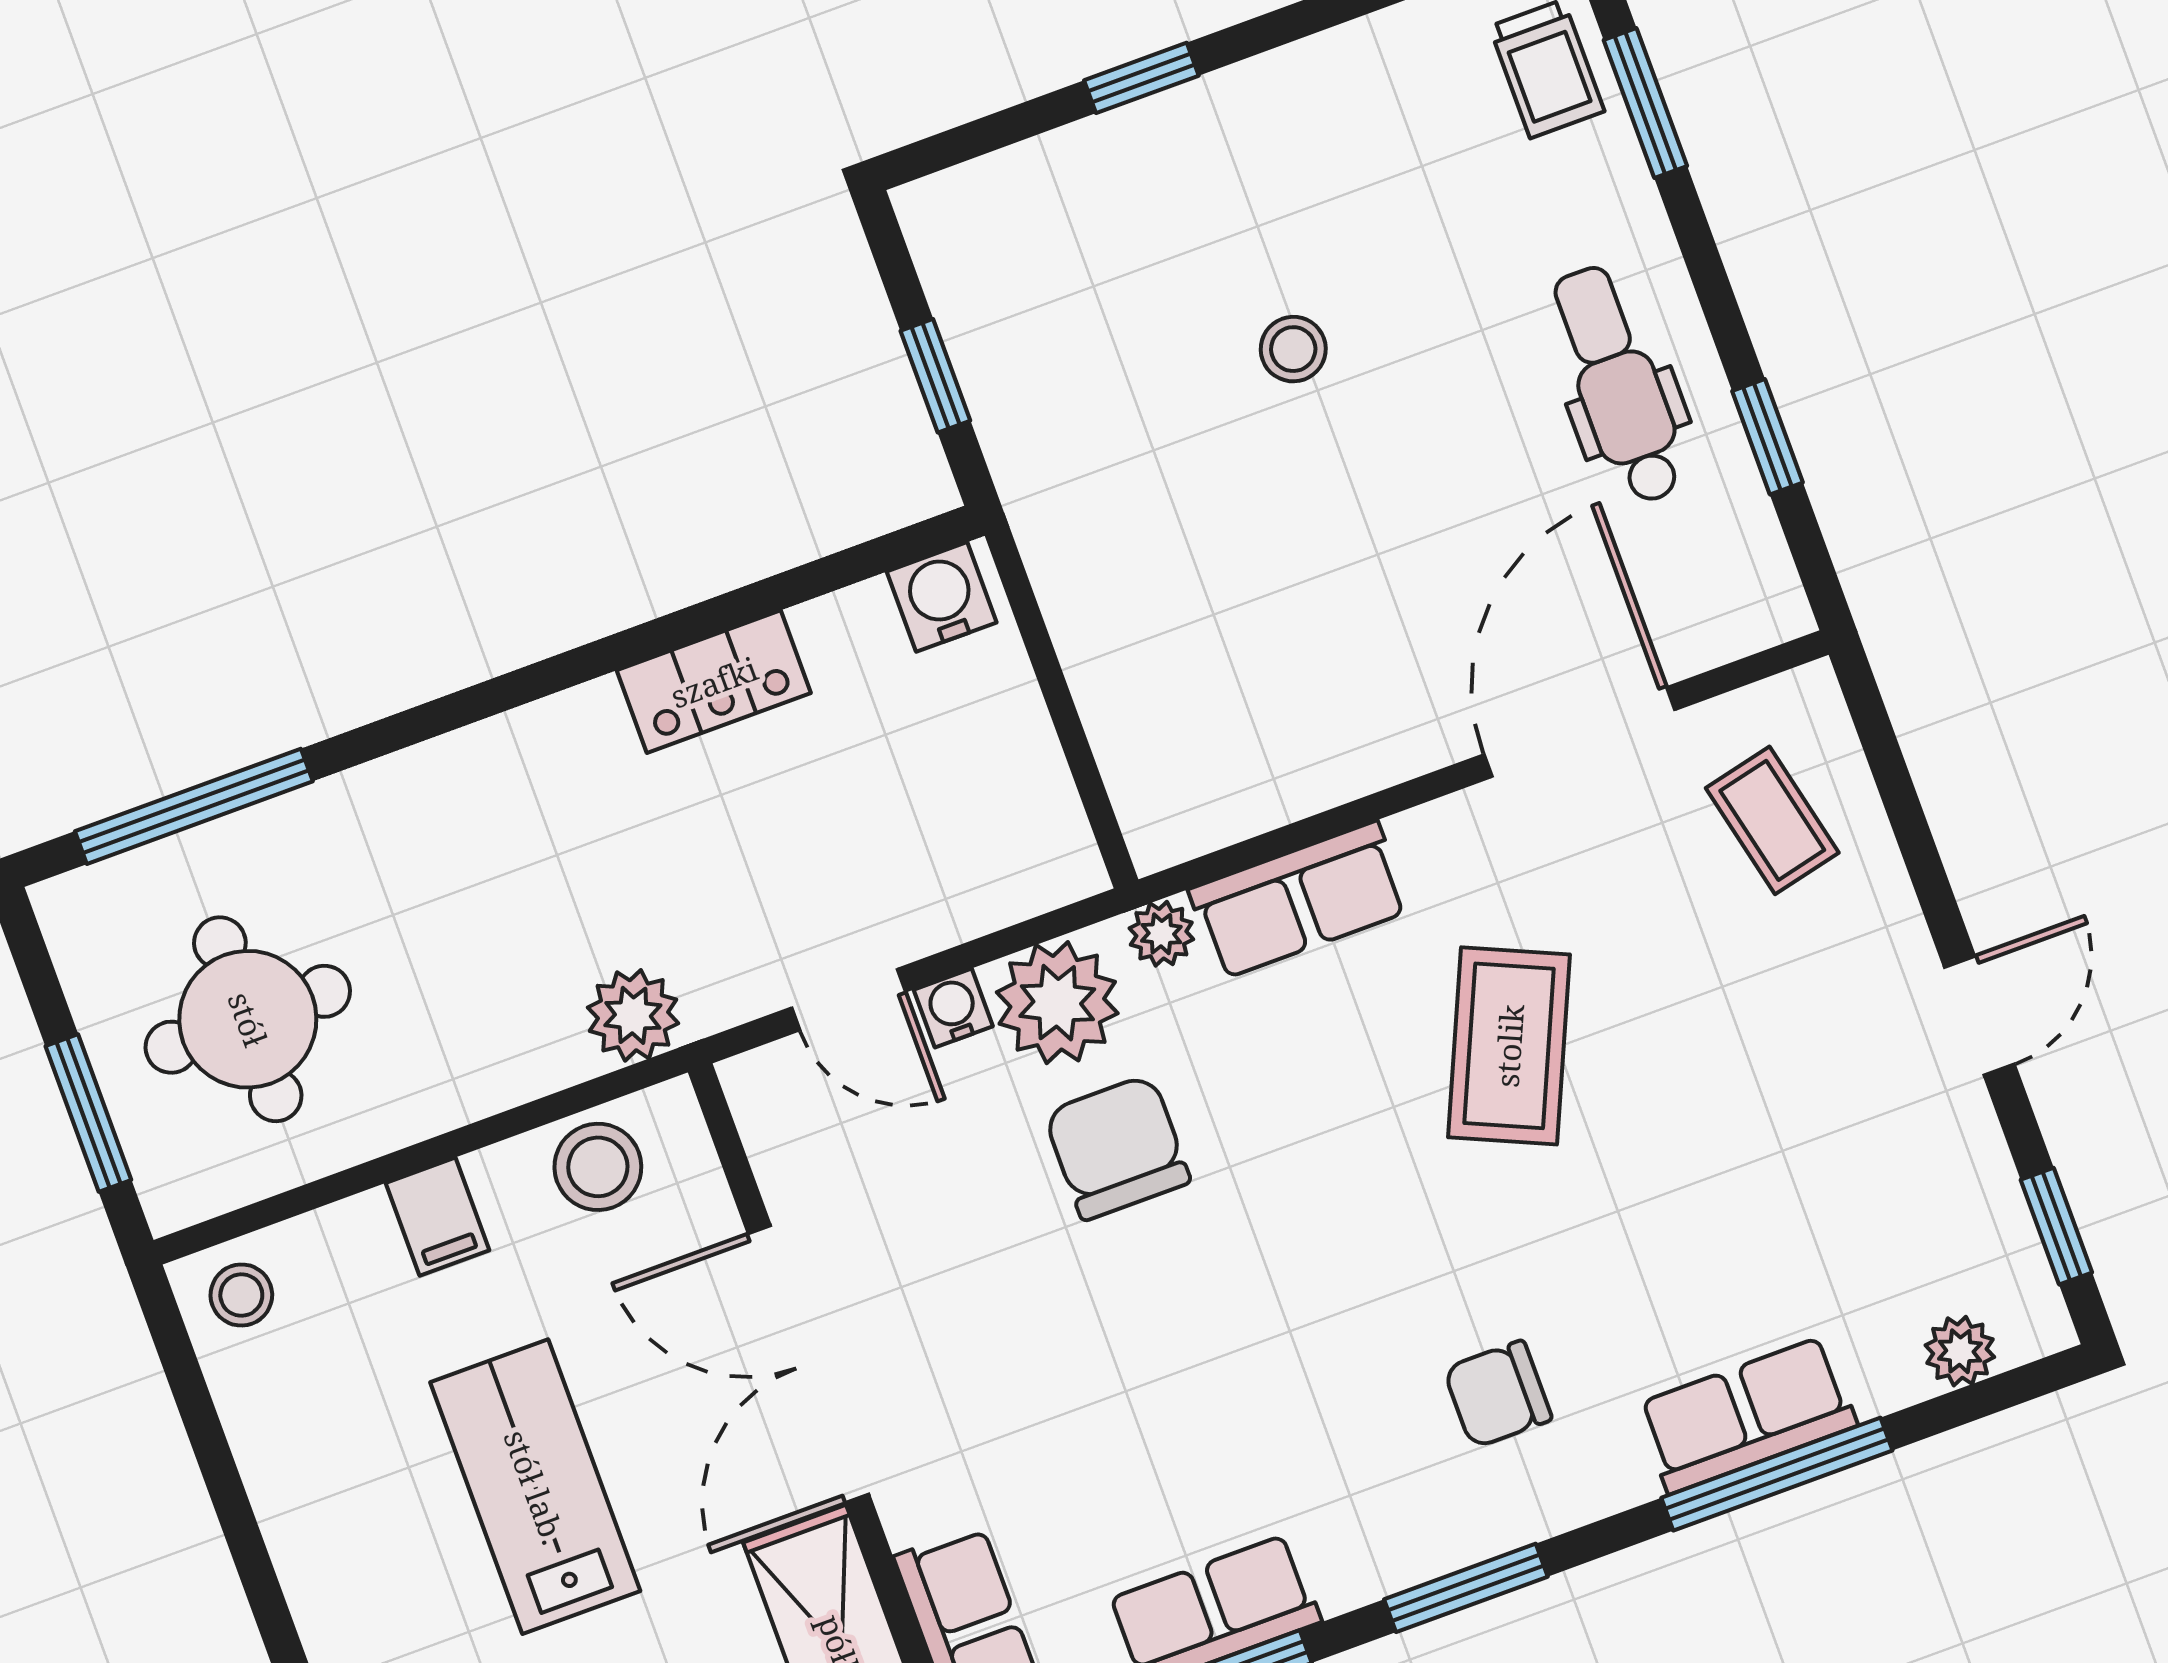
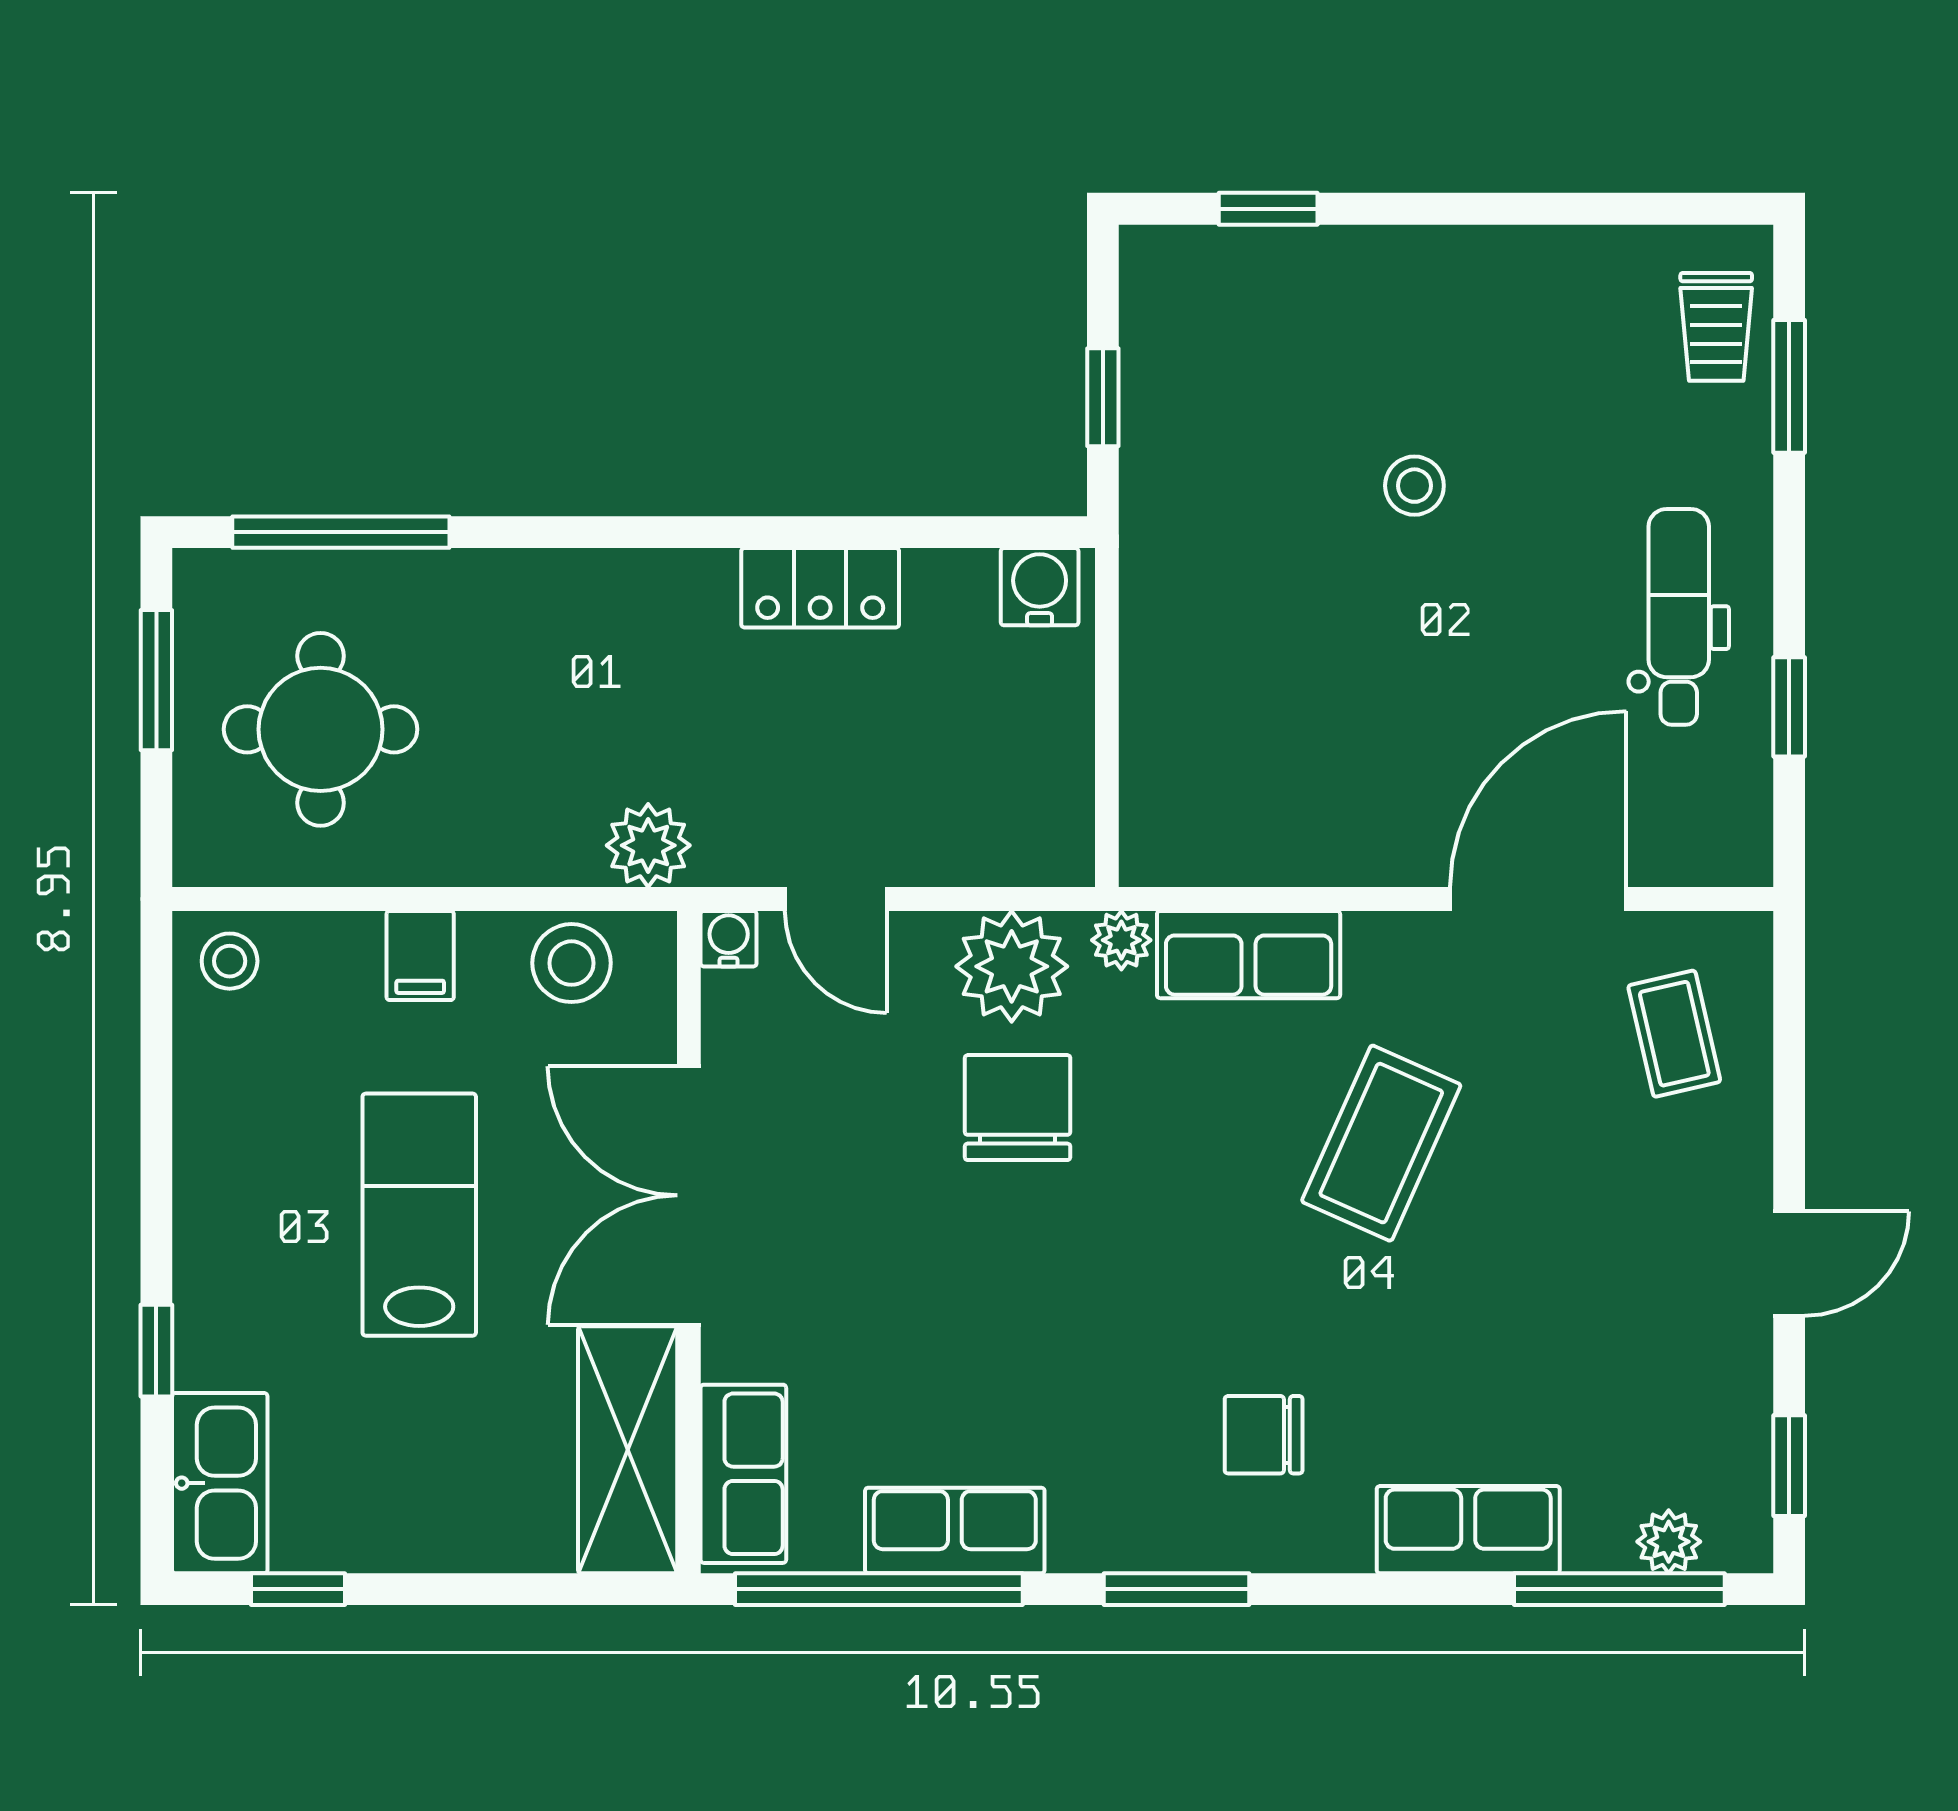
window: (1141, 78) -> (1268, 209), moved
water cooler: (953, 1008) -> (729, 939), moved
window: (88, 1113) -> (156, 680), moved
window: (1777, 1474) -> (1619, 1589), moved

